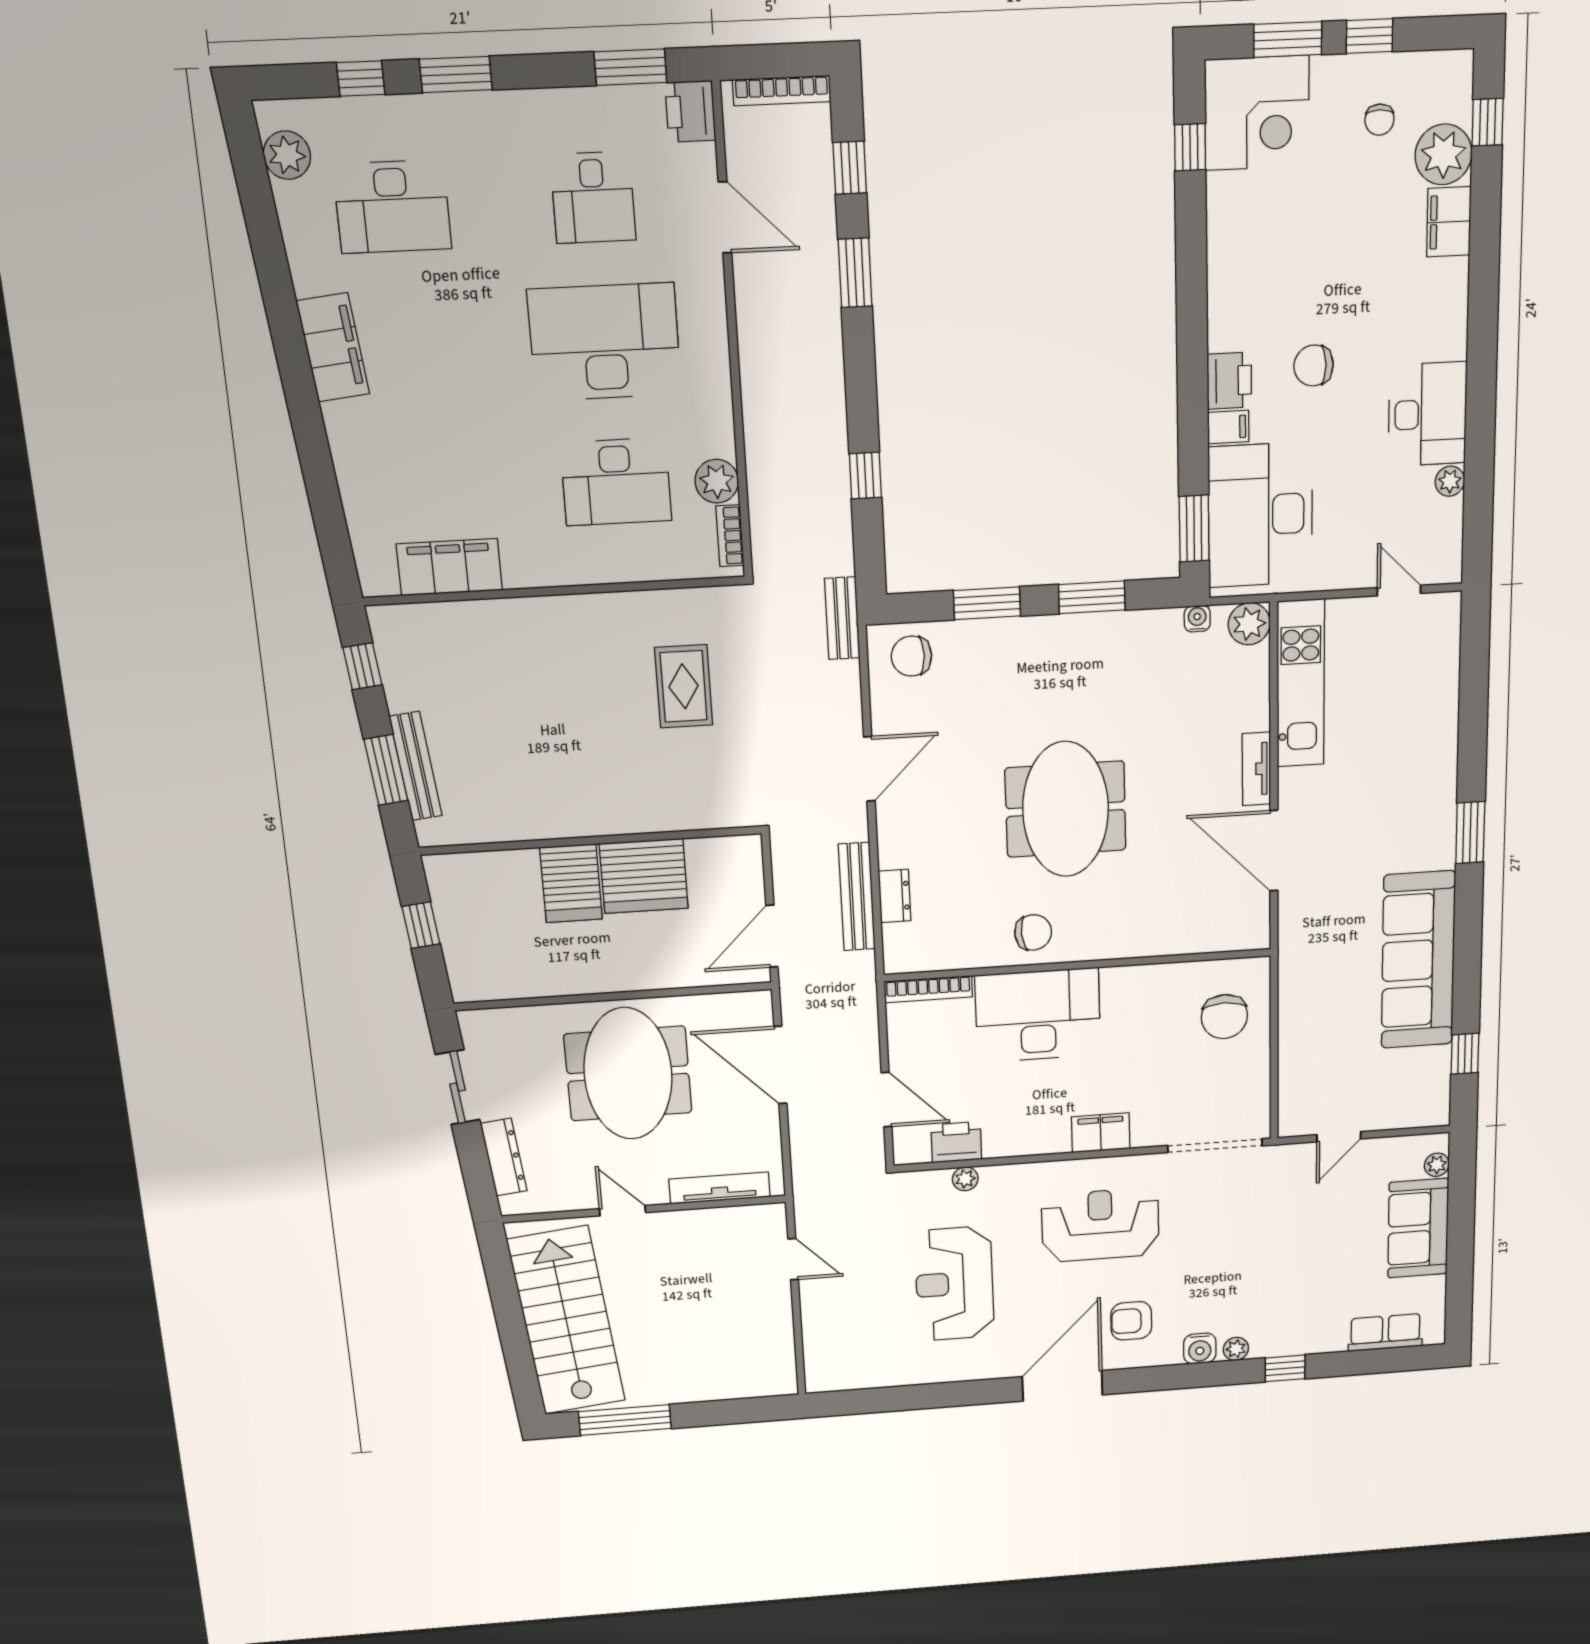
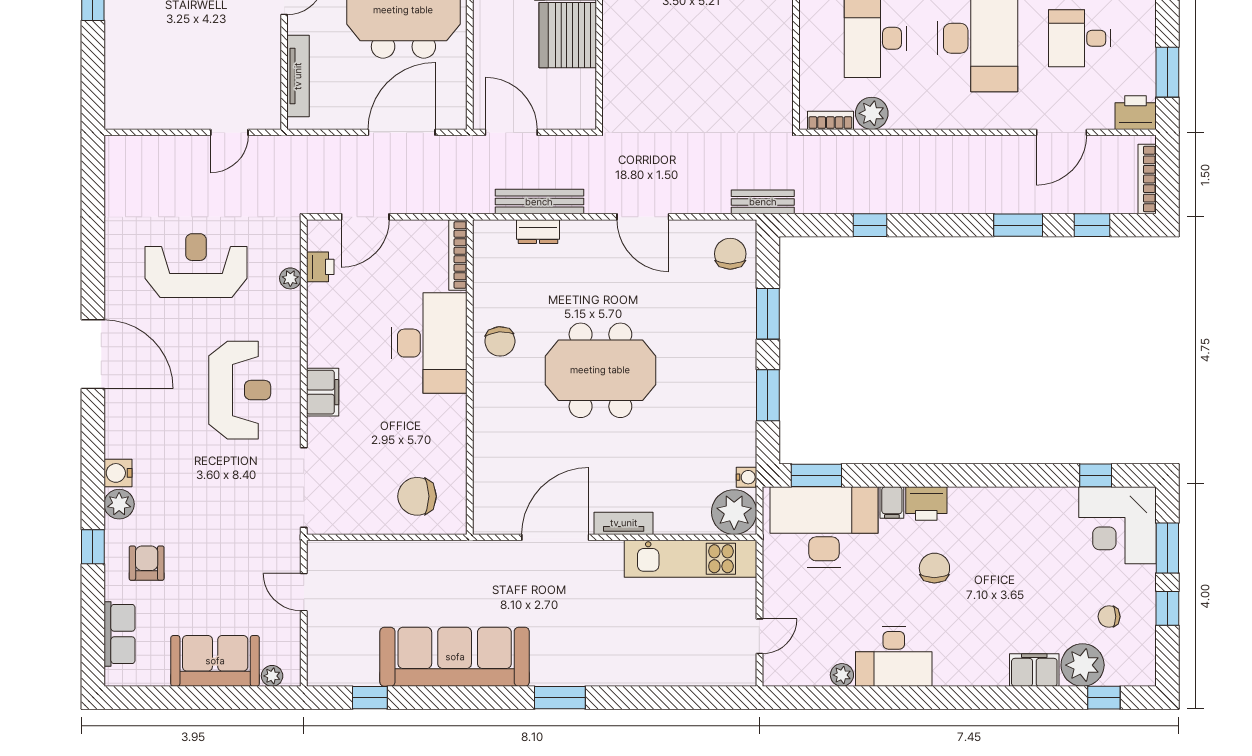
plant: (1249, 624) -> (734, 512), width x1.36, depth x1.36
rug: (684, 686) -> (717, 77), removed
printer: (956, 1142) -> (320, 267), width x0.73, depth x0.81
armchair: (1131, 1321) -> (147, 563), moved
plant: (1236, 1349) -> (119, 504), width x1.38, depth x1.38

